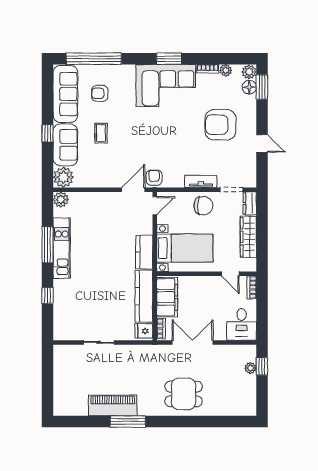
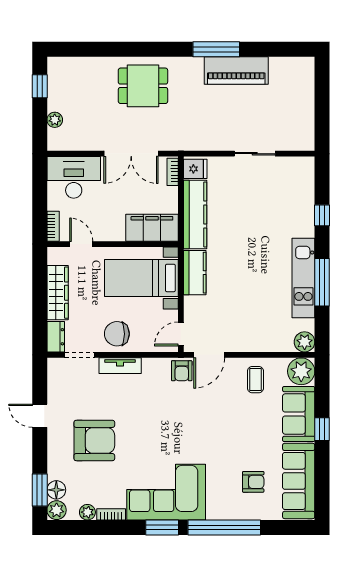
window: (94, 59) -> (224, 527), moved
coffee table: (101, 133) -> (255, 380), moved
filing cabinet: (167, 297) -> (152, 228), moved, turned 90
desk: (242, 324) -> (74, 177), width x1.37
window: (262, 366) -> (40, 86), moved

